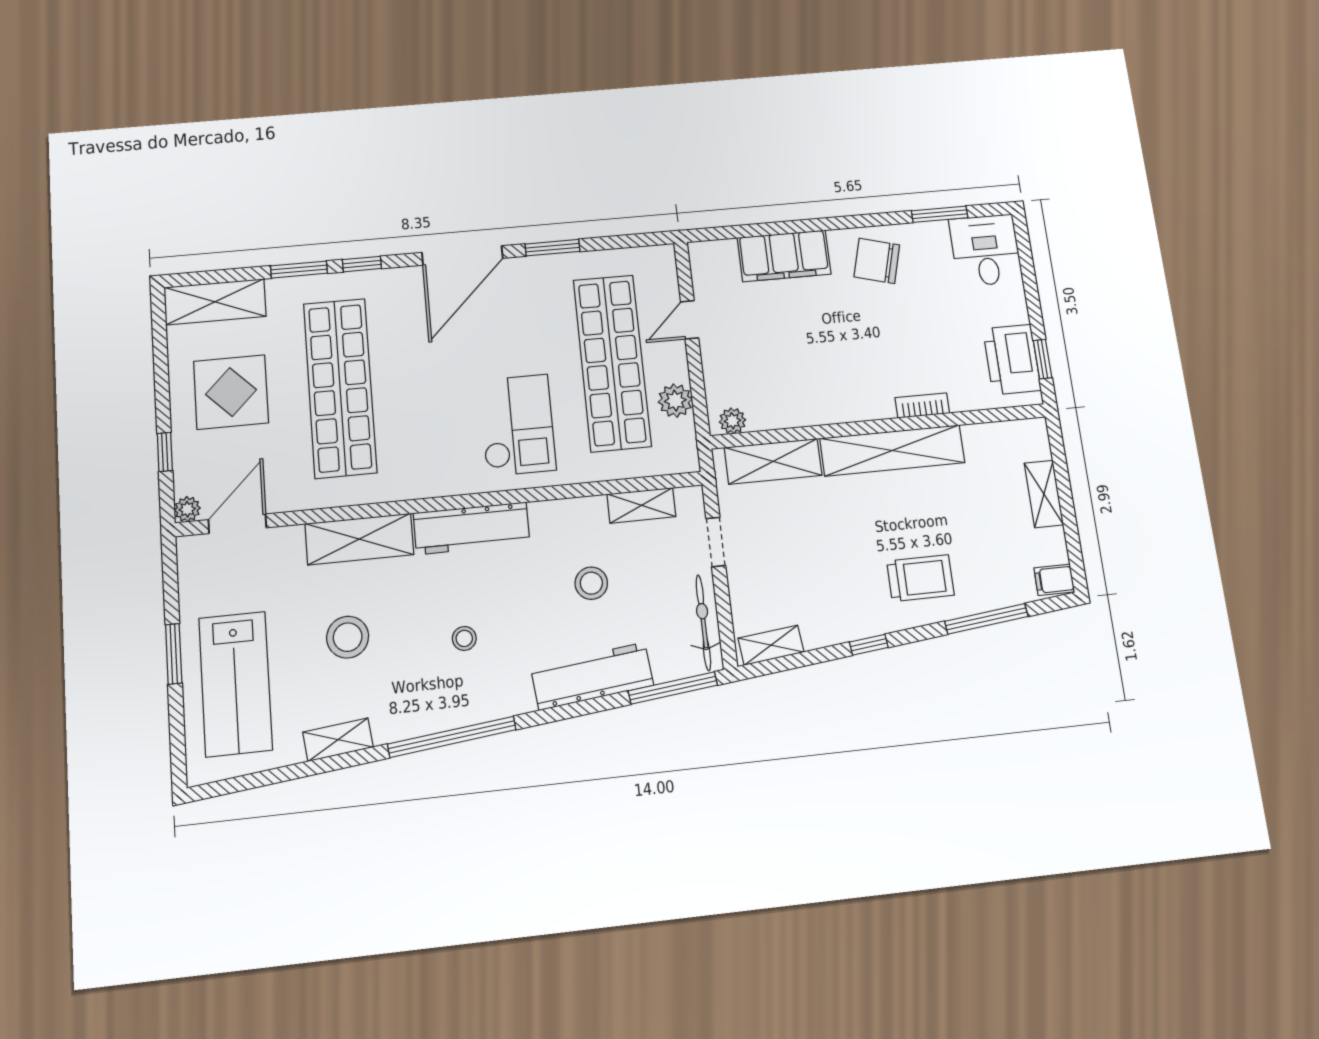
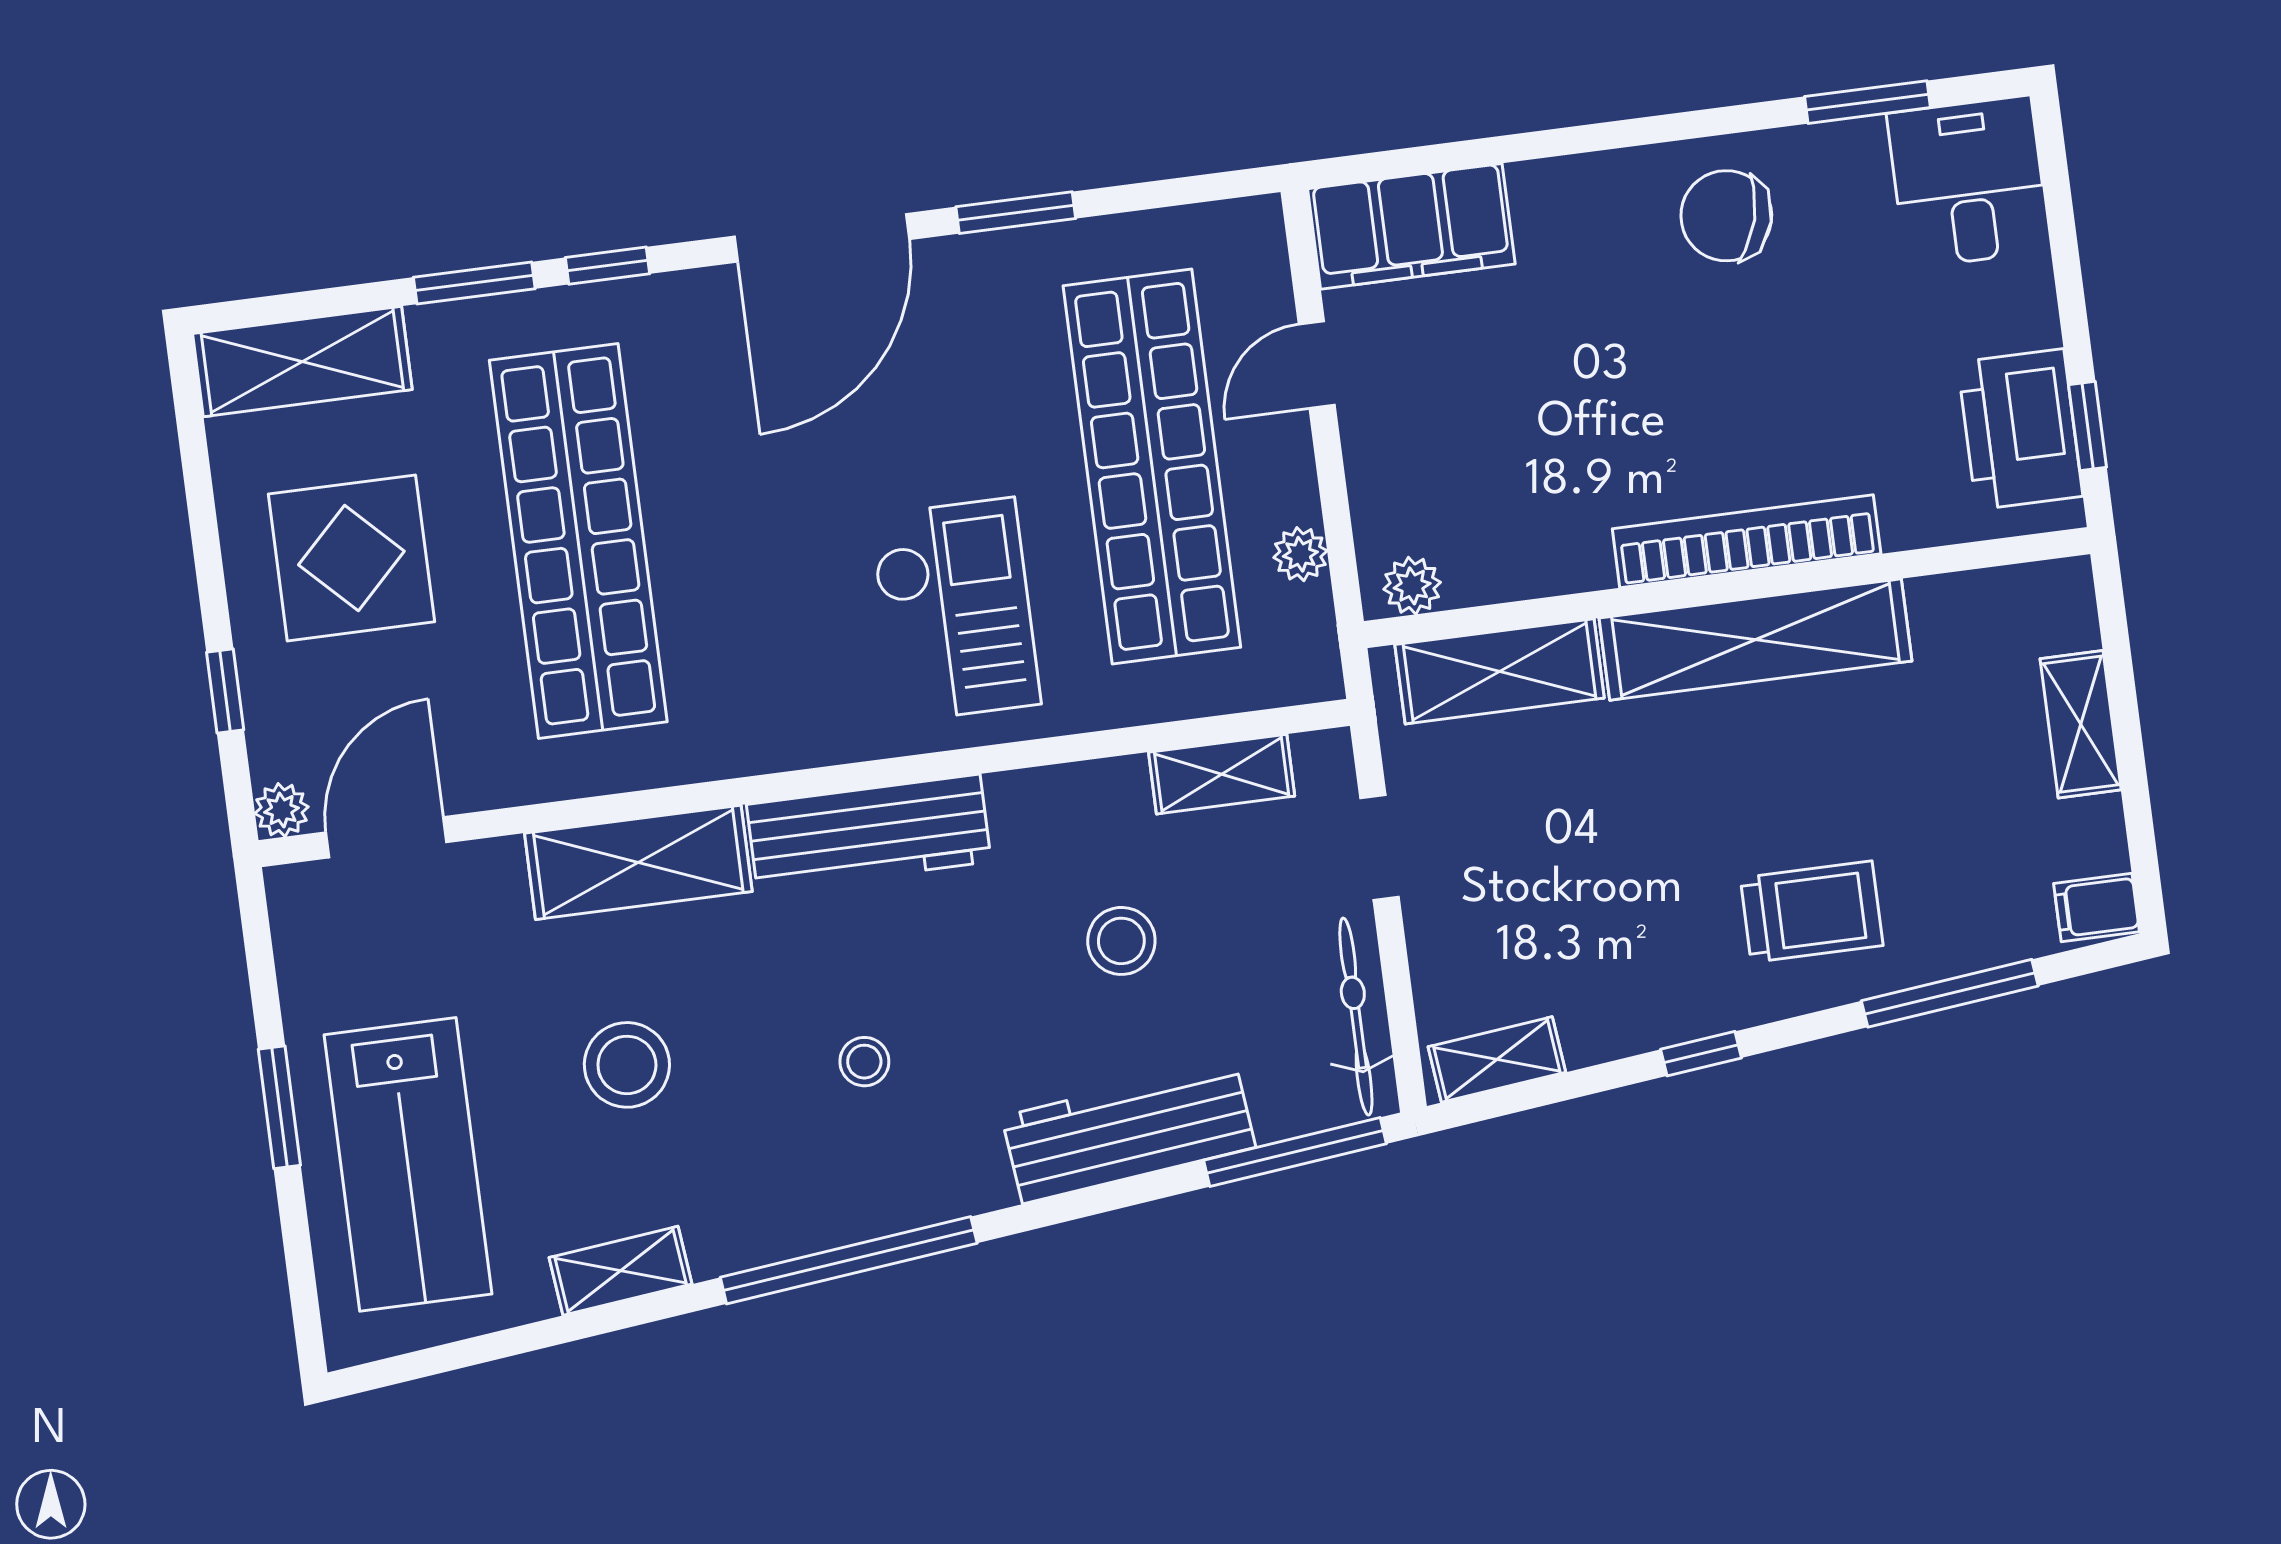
filing cabinet: (784, 256) -> (1411, 226), moved
plant: (675, 401) -> (1300, 554), width x0.73, depth x0.73
bookcase: (922, 405) -> (1747, 541), width x2.31, depth x1.31

